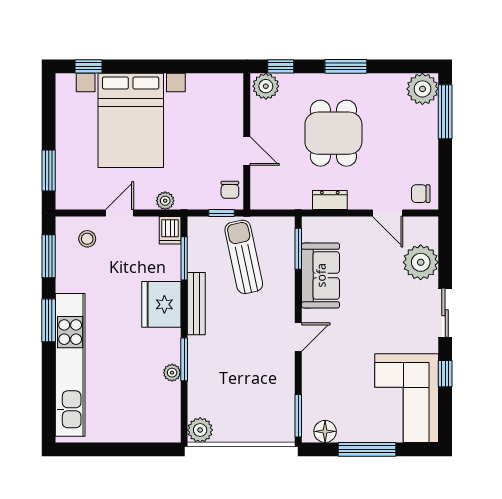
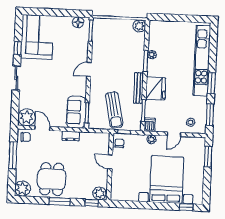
window: (445, 112) -> (13, 155), moved
dining table: (333, 133) -> (52, 179), moved
plant: (421, 262) -> (27, 117), moved
sofa: (321, 275) -> (76, 112), moved
window: (367, 449) -> (58, 13), removed

